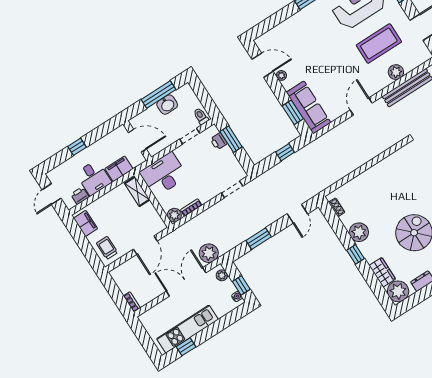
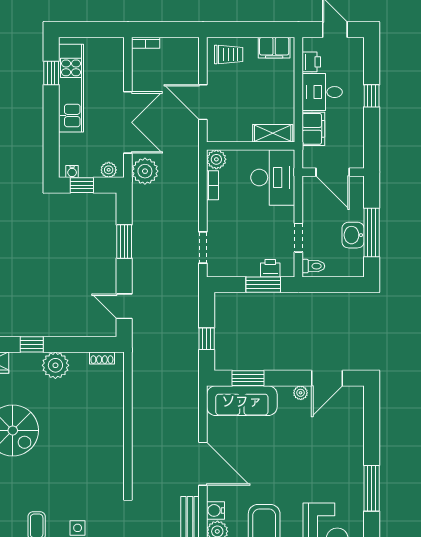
water cooler: (384, 81) -> (215, 510), added
door: (361, 106) -> (203, 464), width x1.36
door: (137, 141) -> (333, 172), hinge flipped

